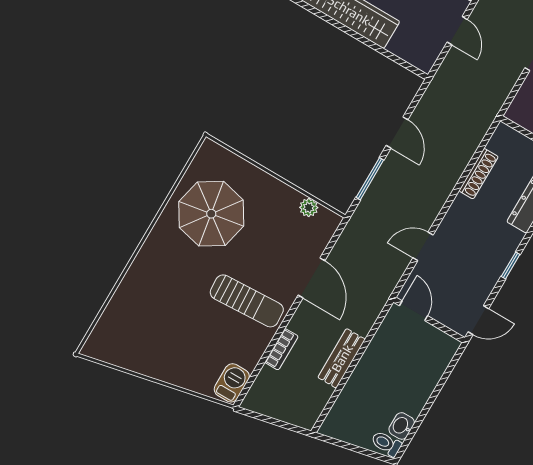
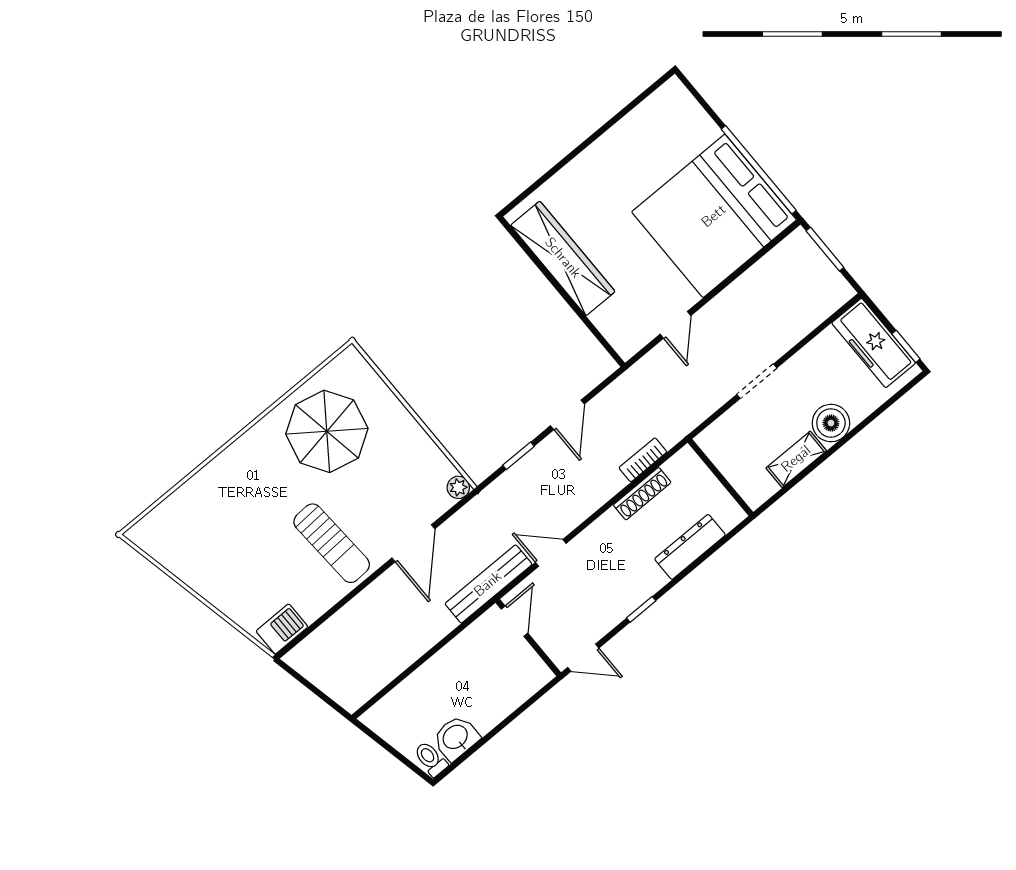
window: (370, 179) -> (518, 456), width x0.67
plant: (309, 208) -> (458, 487), moved
bookcase: (282, 349) -> (643, 460), moved, turned 180
bench: (342, 358) -> (488, 584), moved, width x1.36
washbasin: (402, 426) -> (456, 738), width x1.38, depth x1.45

